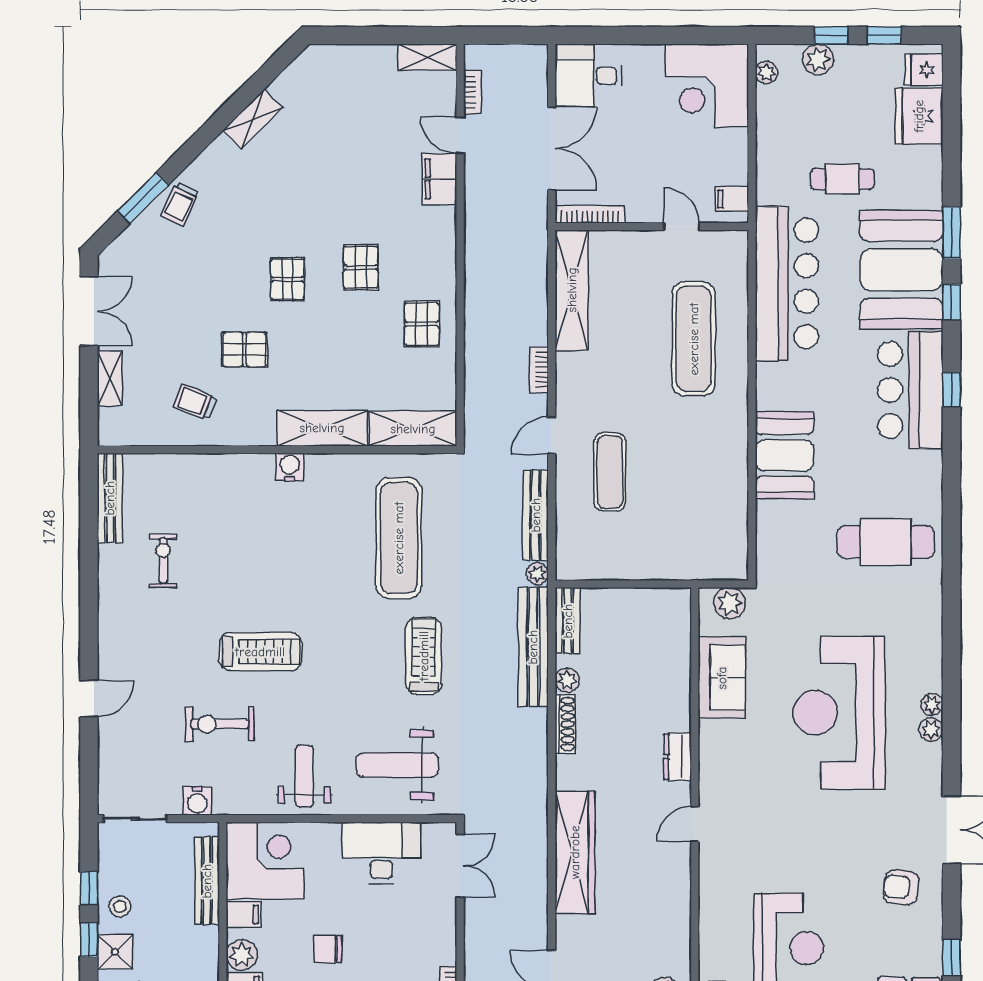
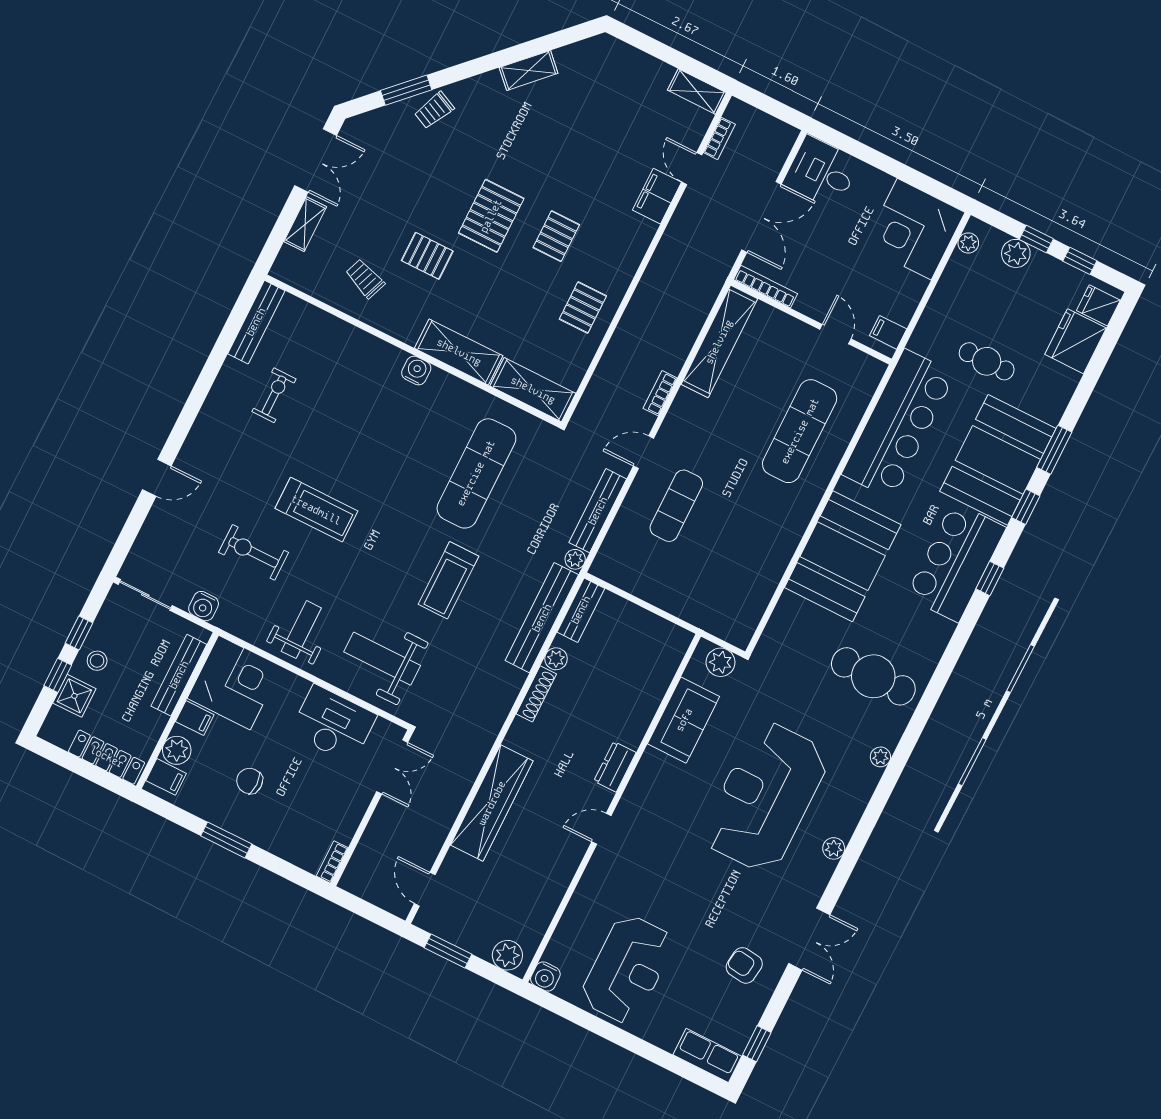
pallet: (287, 279) -> (491, 216), width x1.50, depth x1.42
booth: (785, 455) -> (843, 556), width x1.36, depth x1.42
treadmill: (424, 656) -> (448, 580), turned 180
plant: (932, 704) -> (880, 757), moved

